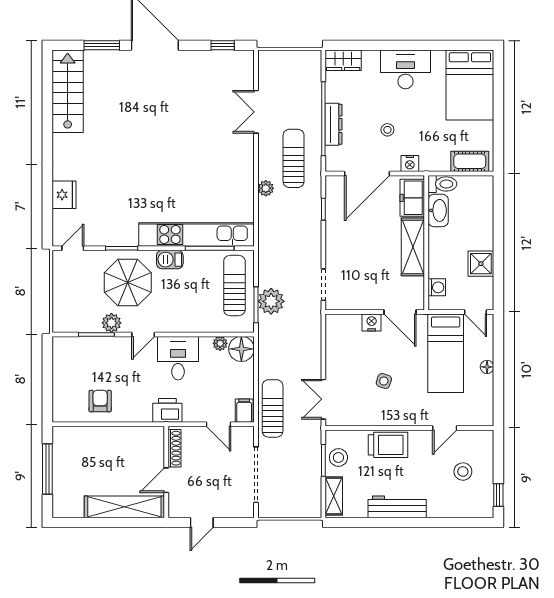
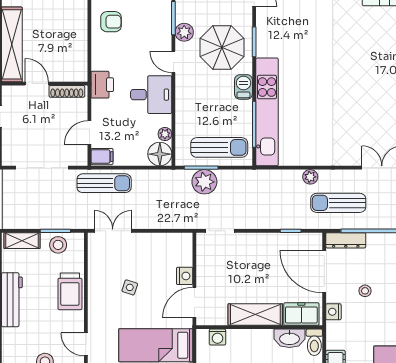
dresser: (334, 124) -> (346, 240), moved
sun lounger: (294, 158) -> (338, 203), turned 180

